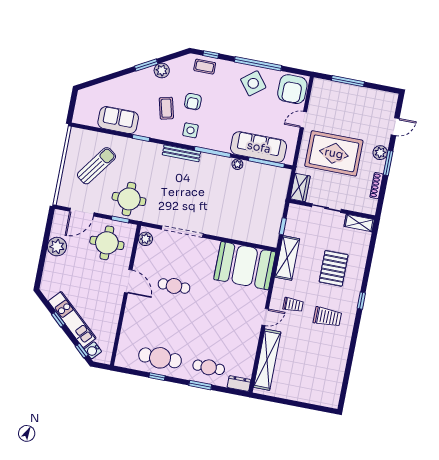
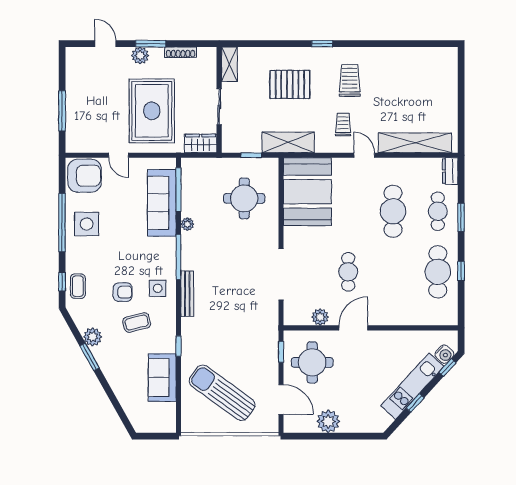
side table: (253, 83) -> (87, 224), turned 38
sun lounger: (97, 166) -> (222, 393), width x1.36, depth x1.34
round table: (129, 199) -> (244, 198), moved
plant: (146, 239) -> (320, 317), moved
cafe table: (216, 331) -> (393, 211), added

